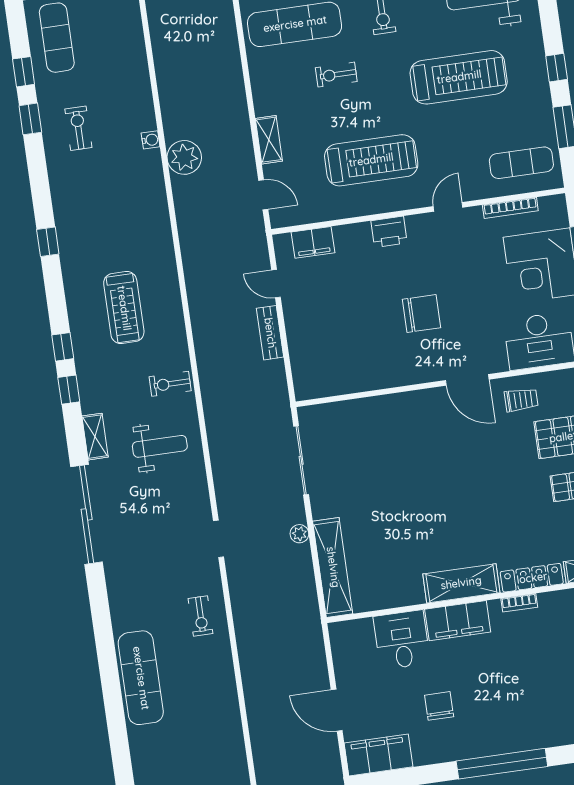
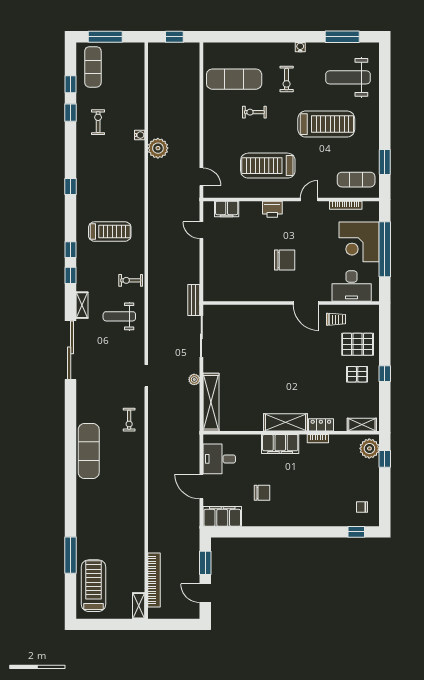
window: (557, 68) -> (385, 127), removed
shelving: (269, 140) -> (209, 145), removed
treadmill: (371, 160) -> (268, 166), turned 180
treadmill: (124, 308) -> (110, 232), turned -90
bench: (270, 333) -> (194, 300), moved
weight bench: (160, 446) -> (119, 316), turned 180
locker: (532, 578) -> (321, 425), width x0.66
desk: (402, 640) -> (219, 459), moved, turned -90
chair: (439, 706) -> (262, 493), turned 90
window: (502, 764) -> (294, 532), removed

